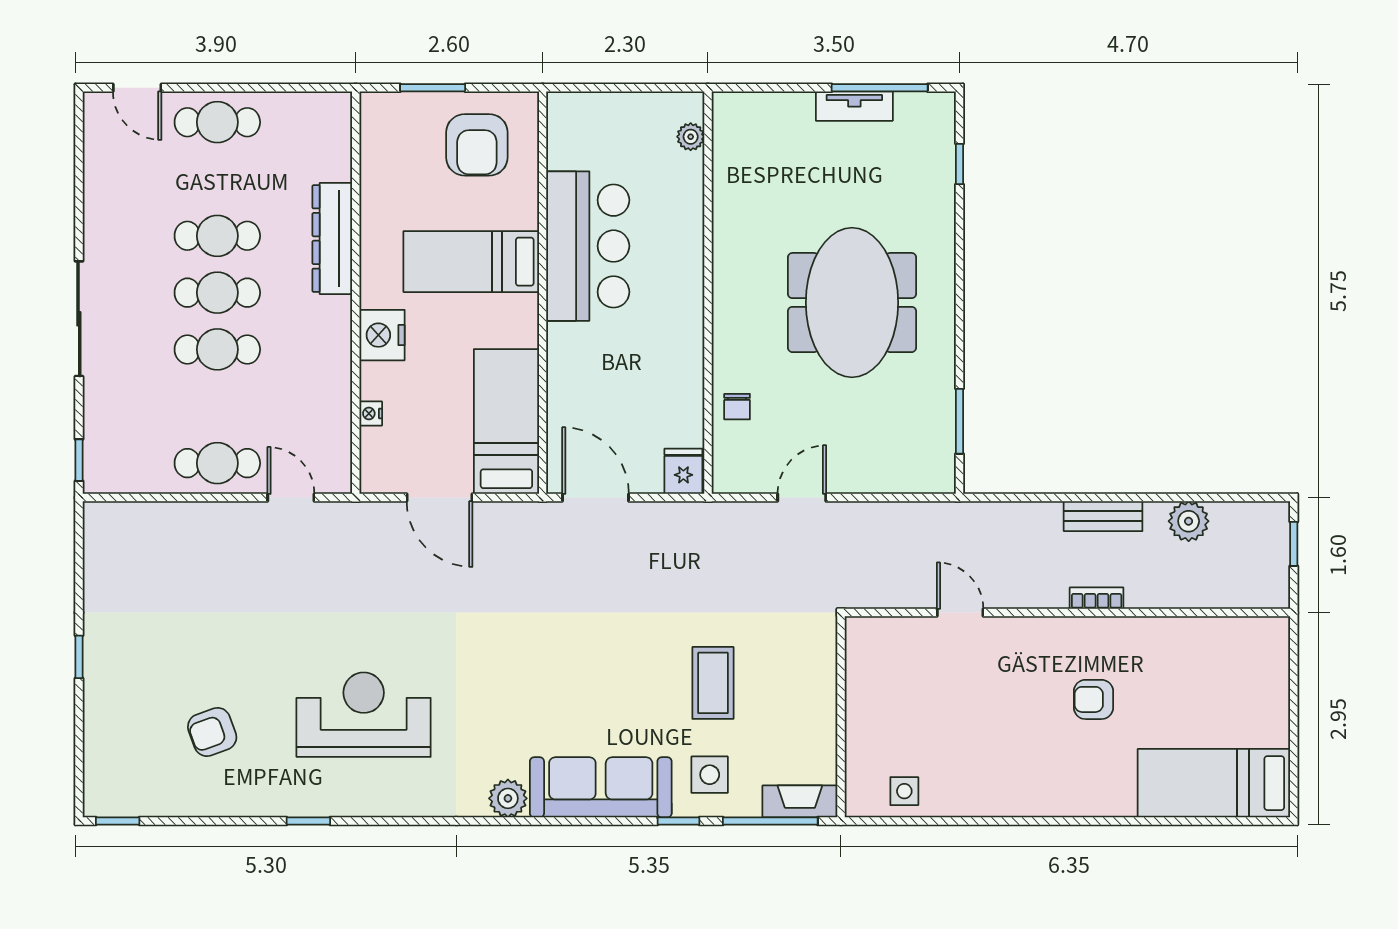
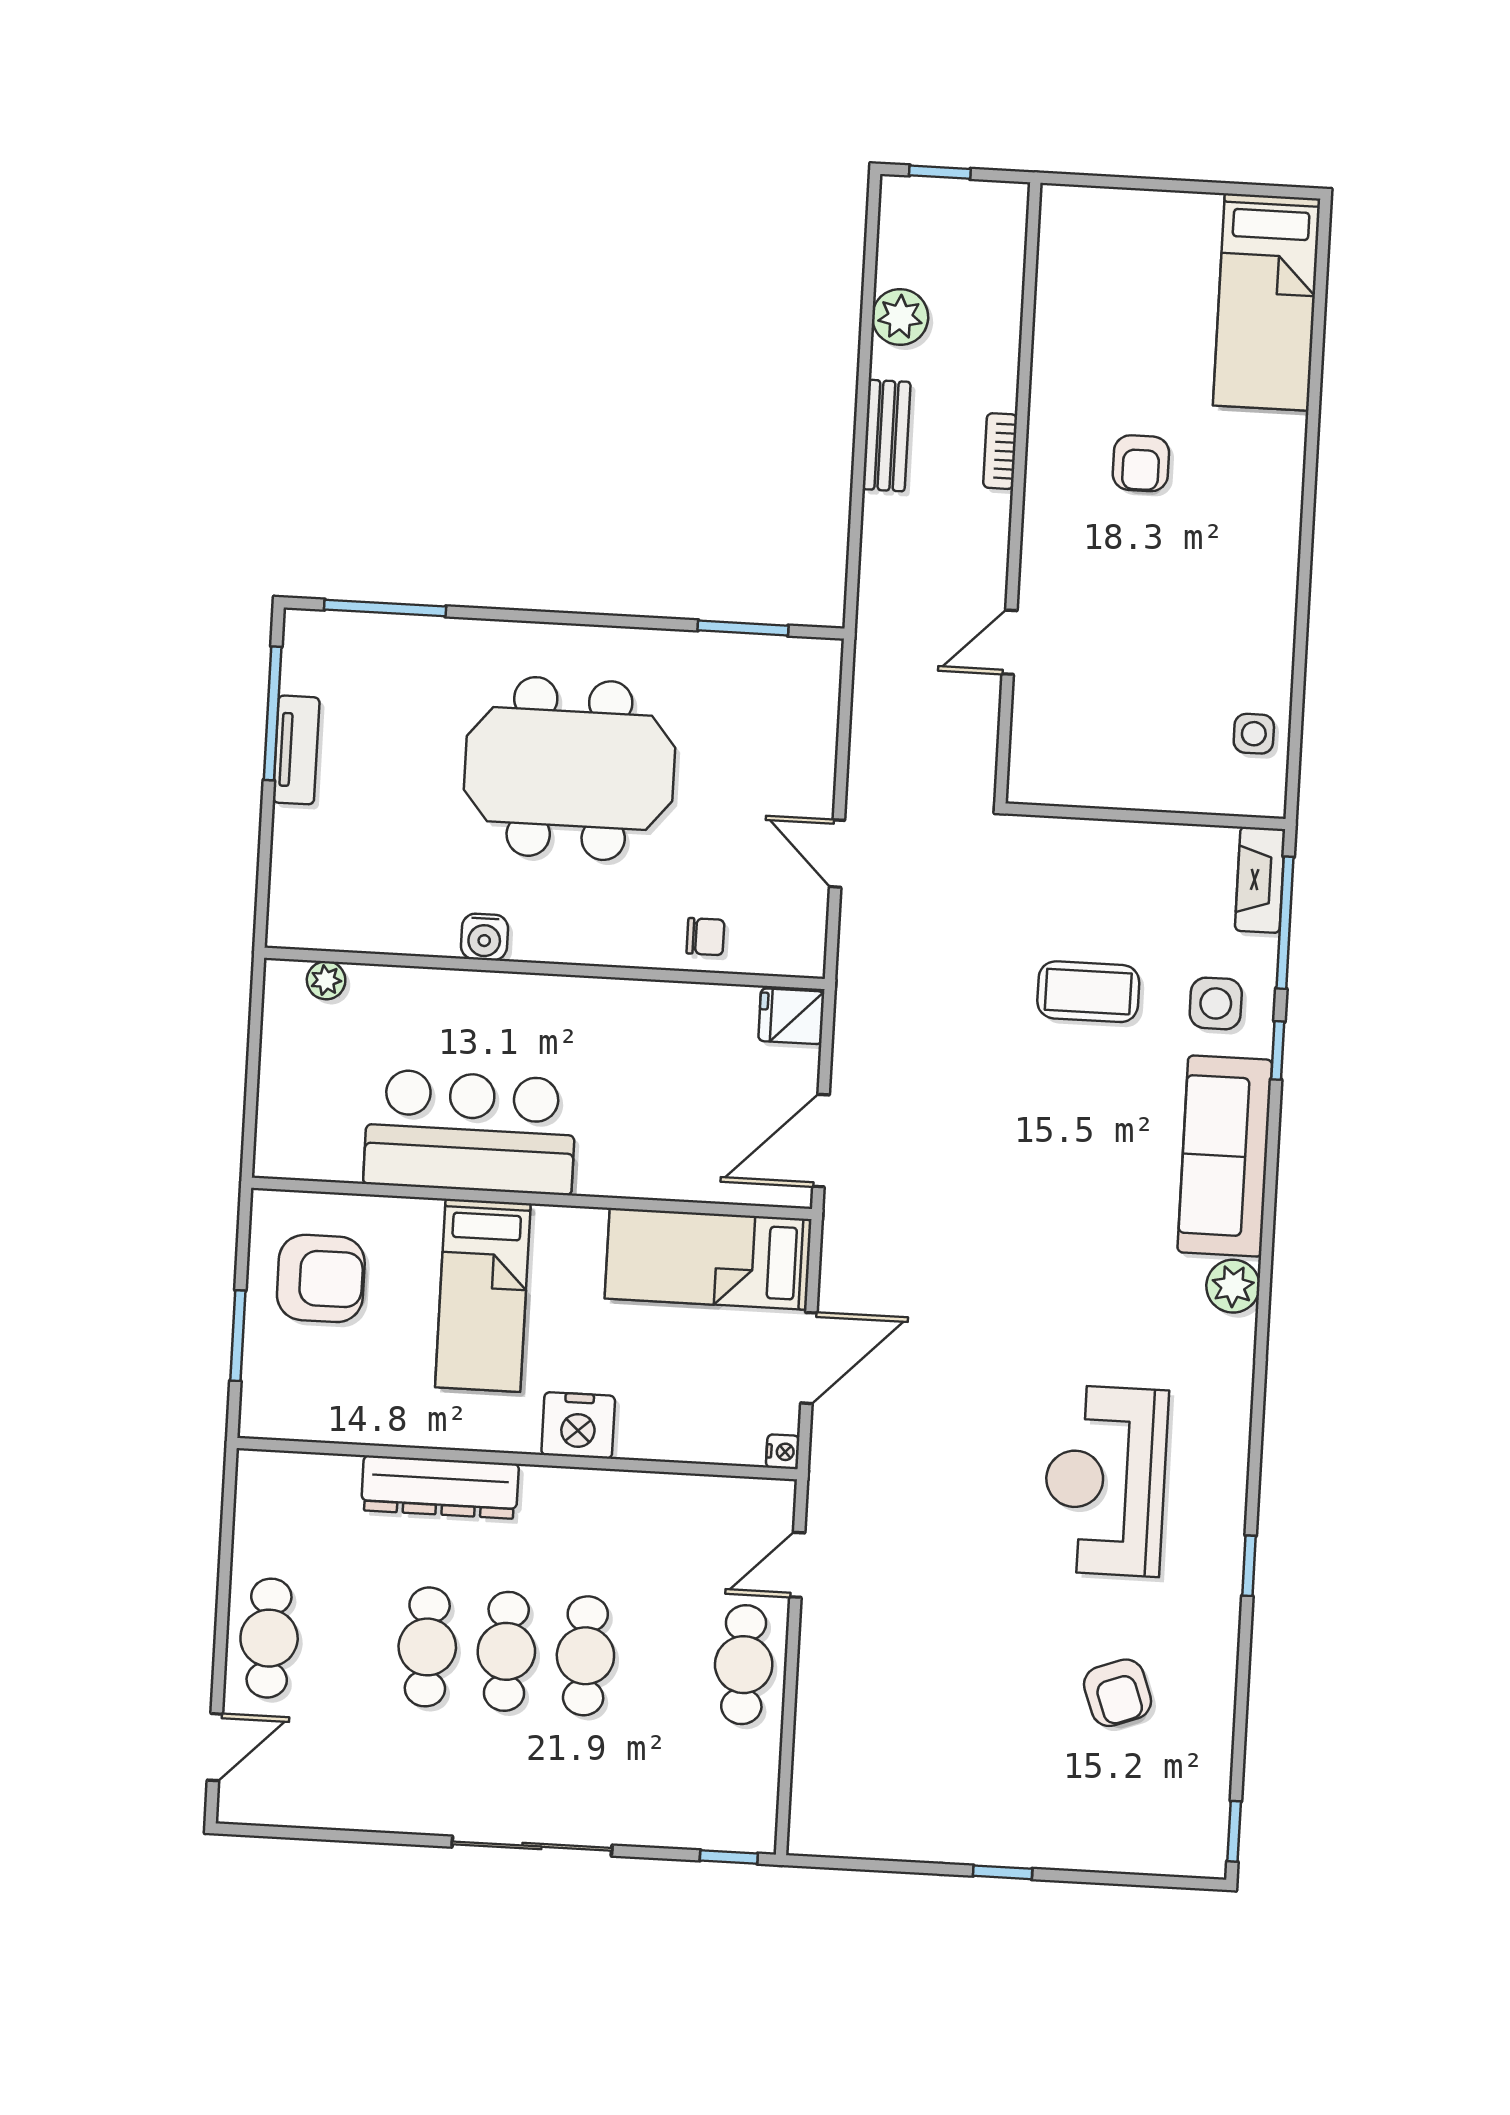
window: (960, 164) -> (385, 608), width x2.17
water cooler: (728, 248) -> (484, 937), added
nightstand: (371, 413) -> (783, 1452), moved, turned -90

